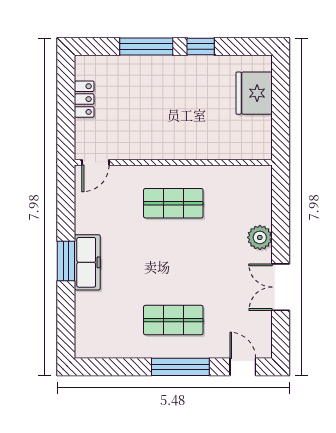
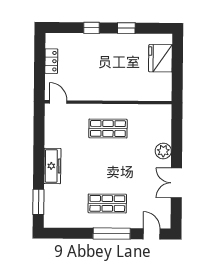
window: (146, 47) -> (91, 28), width x0.46
door: (96, 162) -> (58, 102), swing flipped
window: (66, 261) -> (38, 202), moved

